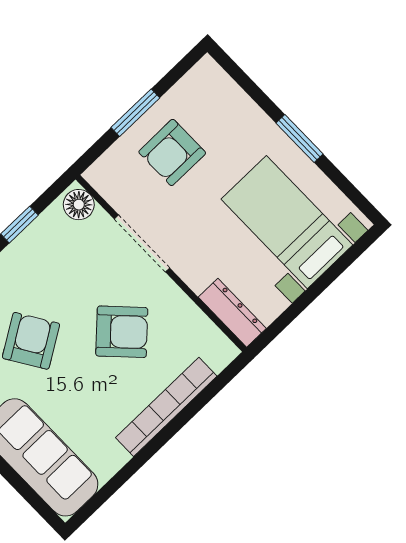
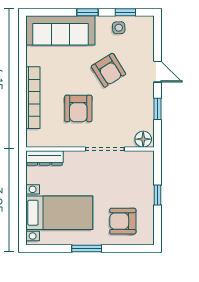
window: (135, 113) -> (158, 195), width x0.67
armchair: (172, 152) -> (123, 221), moved, turned -90
armchair: (122, 332) -> (78, 108), turned -46

